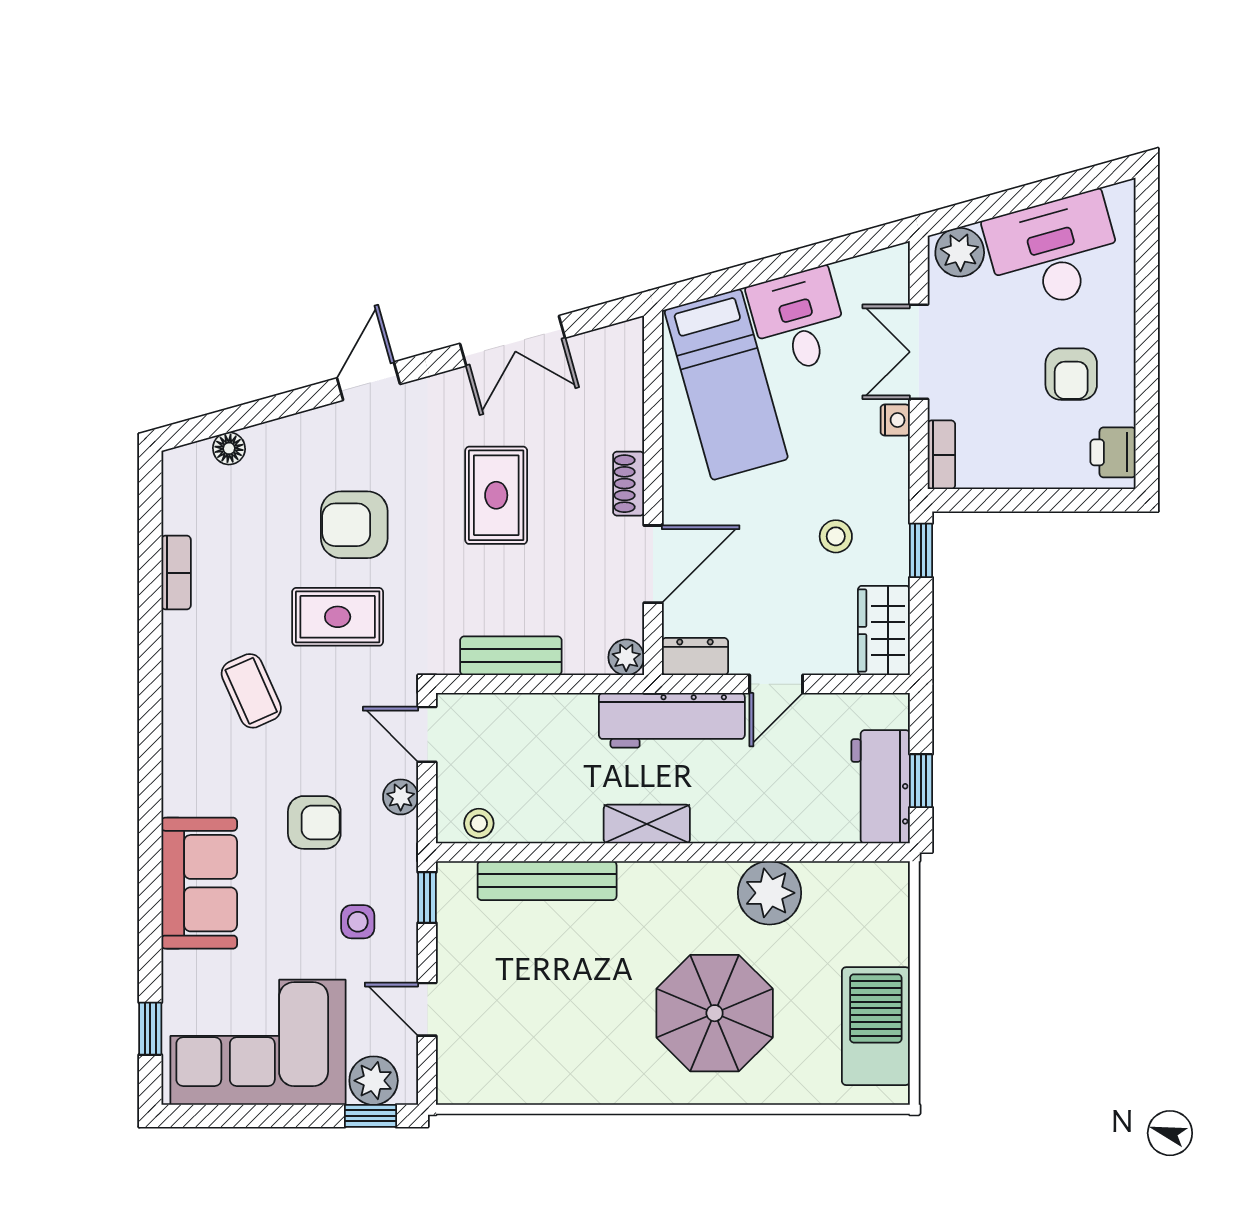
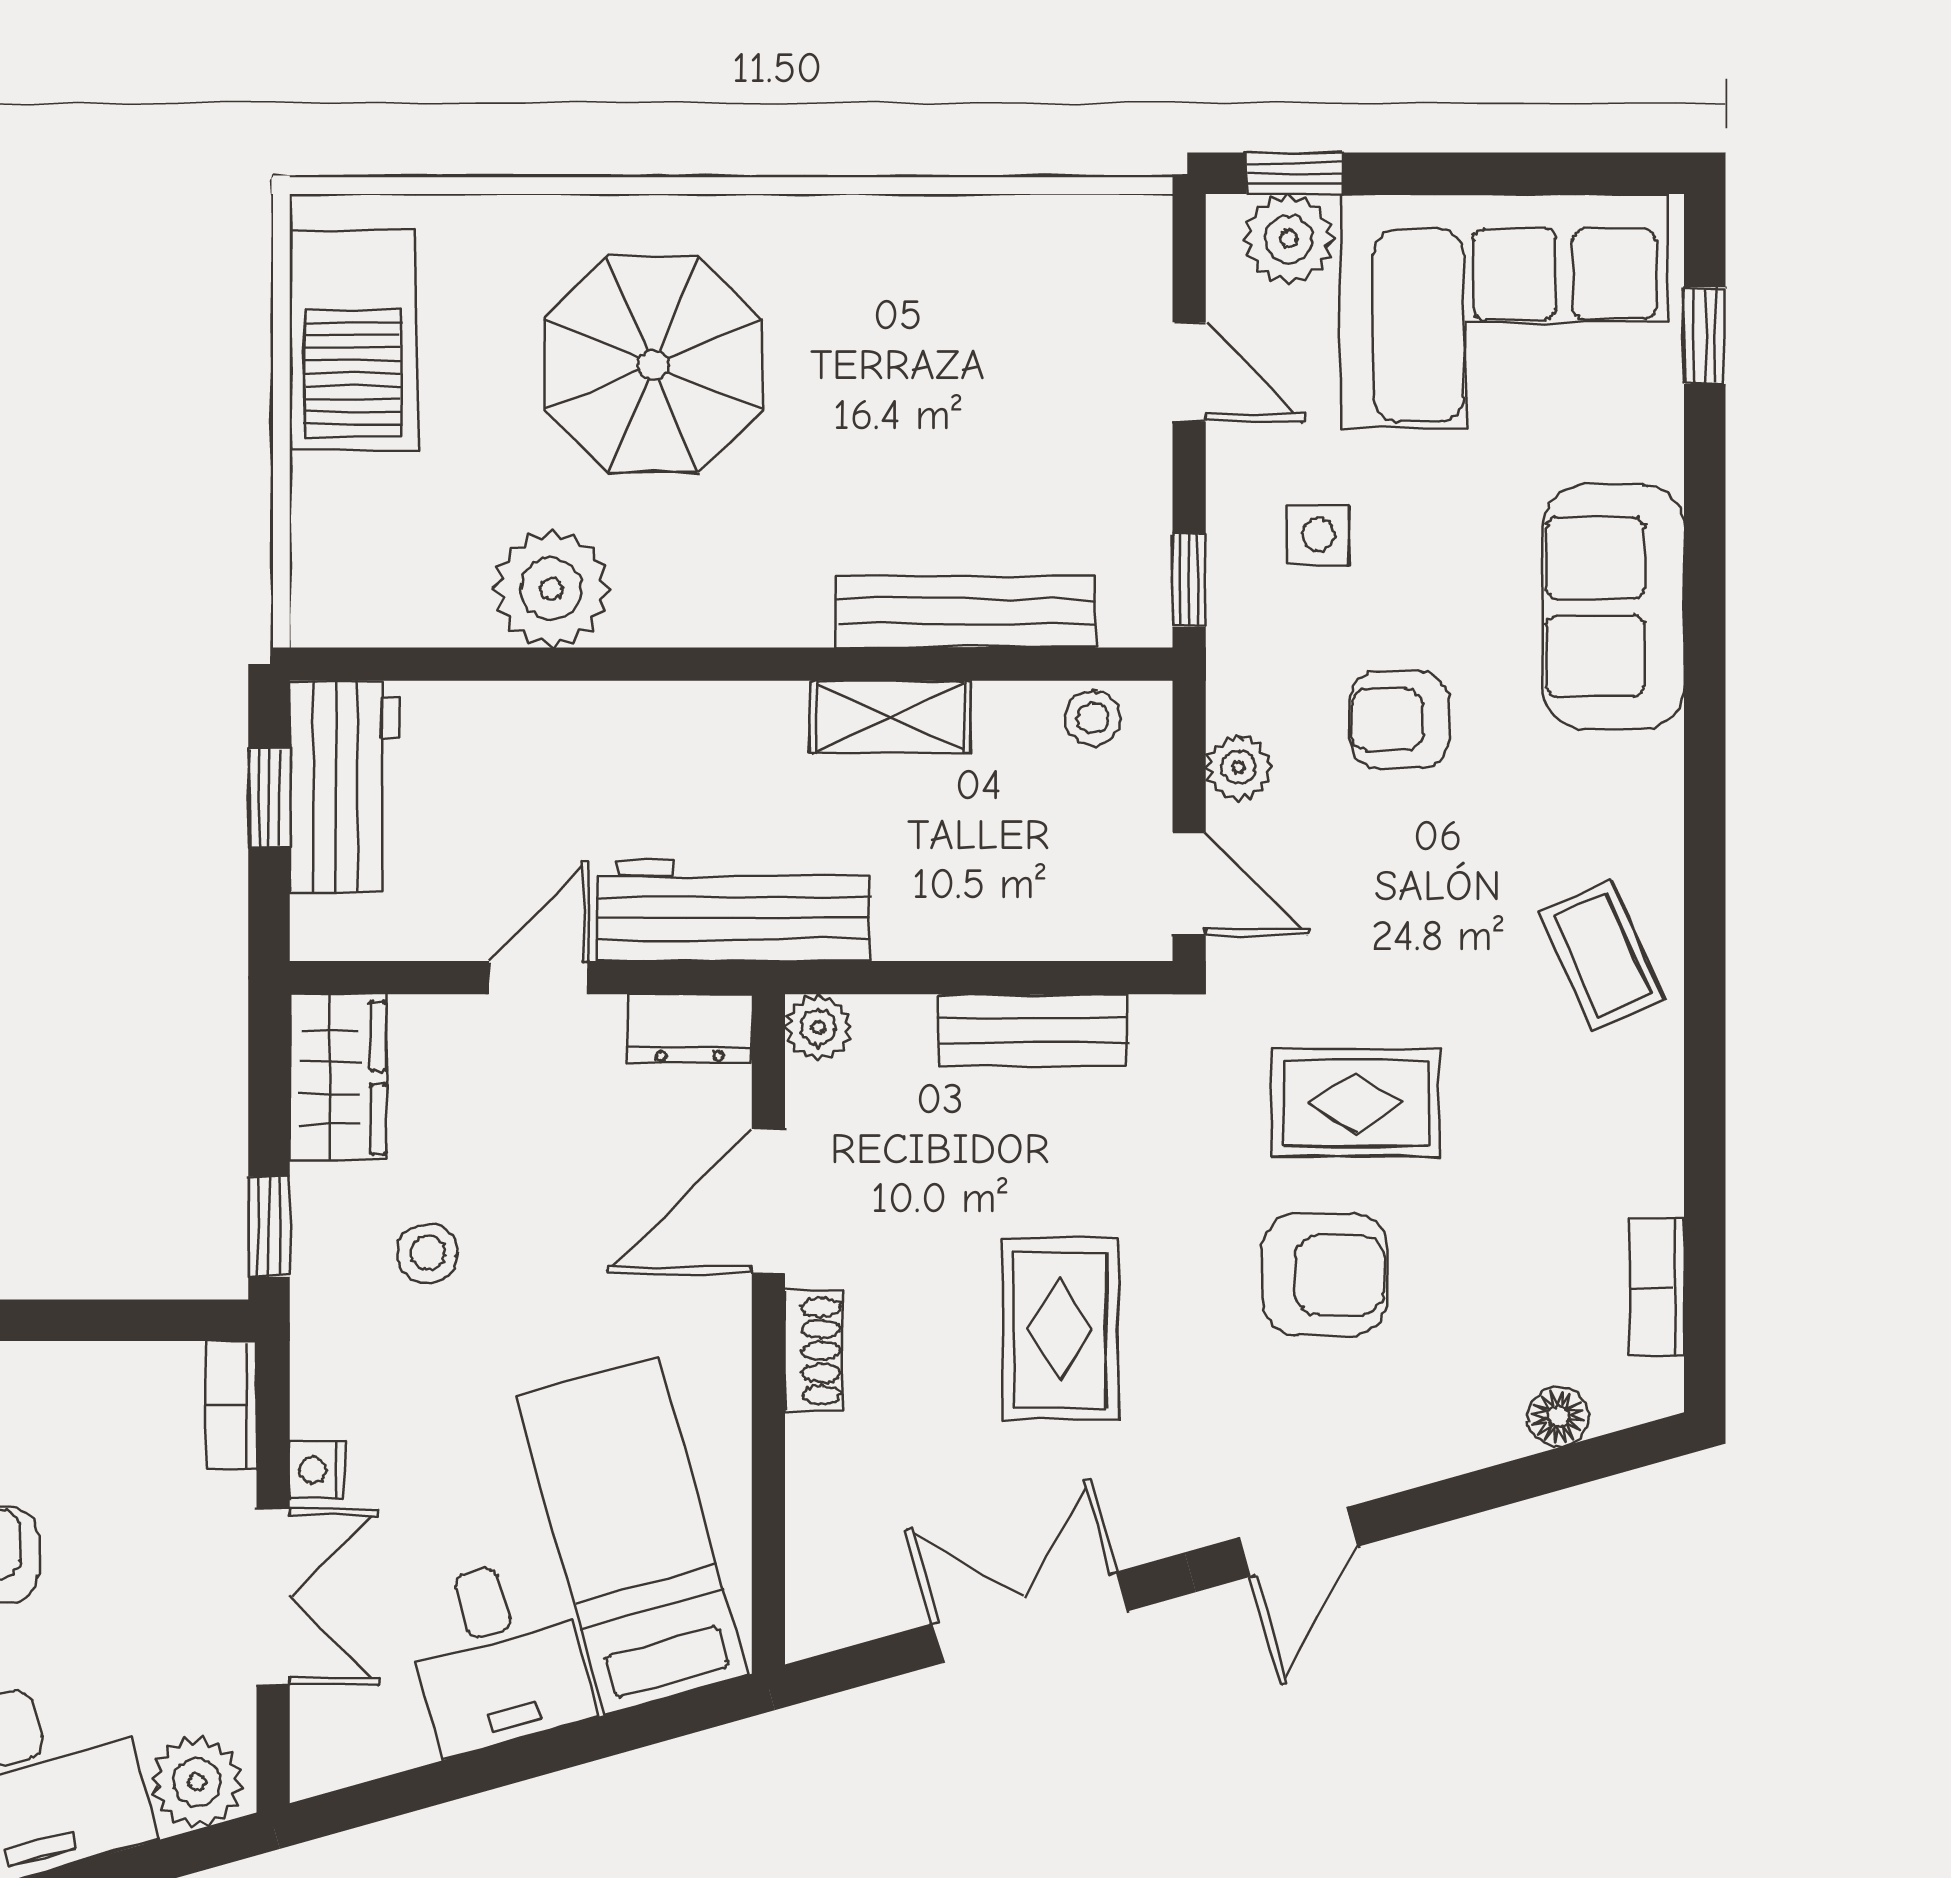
bookcase: (176, 573) -> (1657, 1287), moved
coffee table: (251, 691) -> (1602, 955), moved
shelving: (647, 824) -> (891, 717), moved

